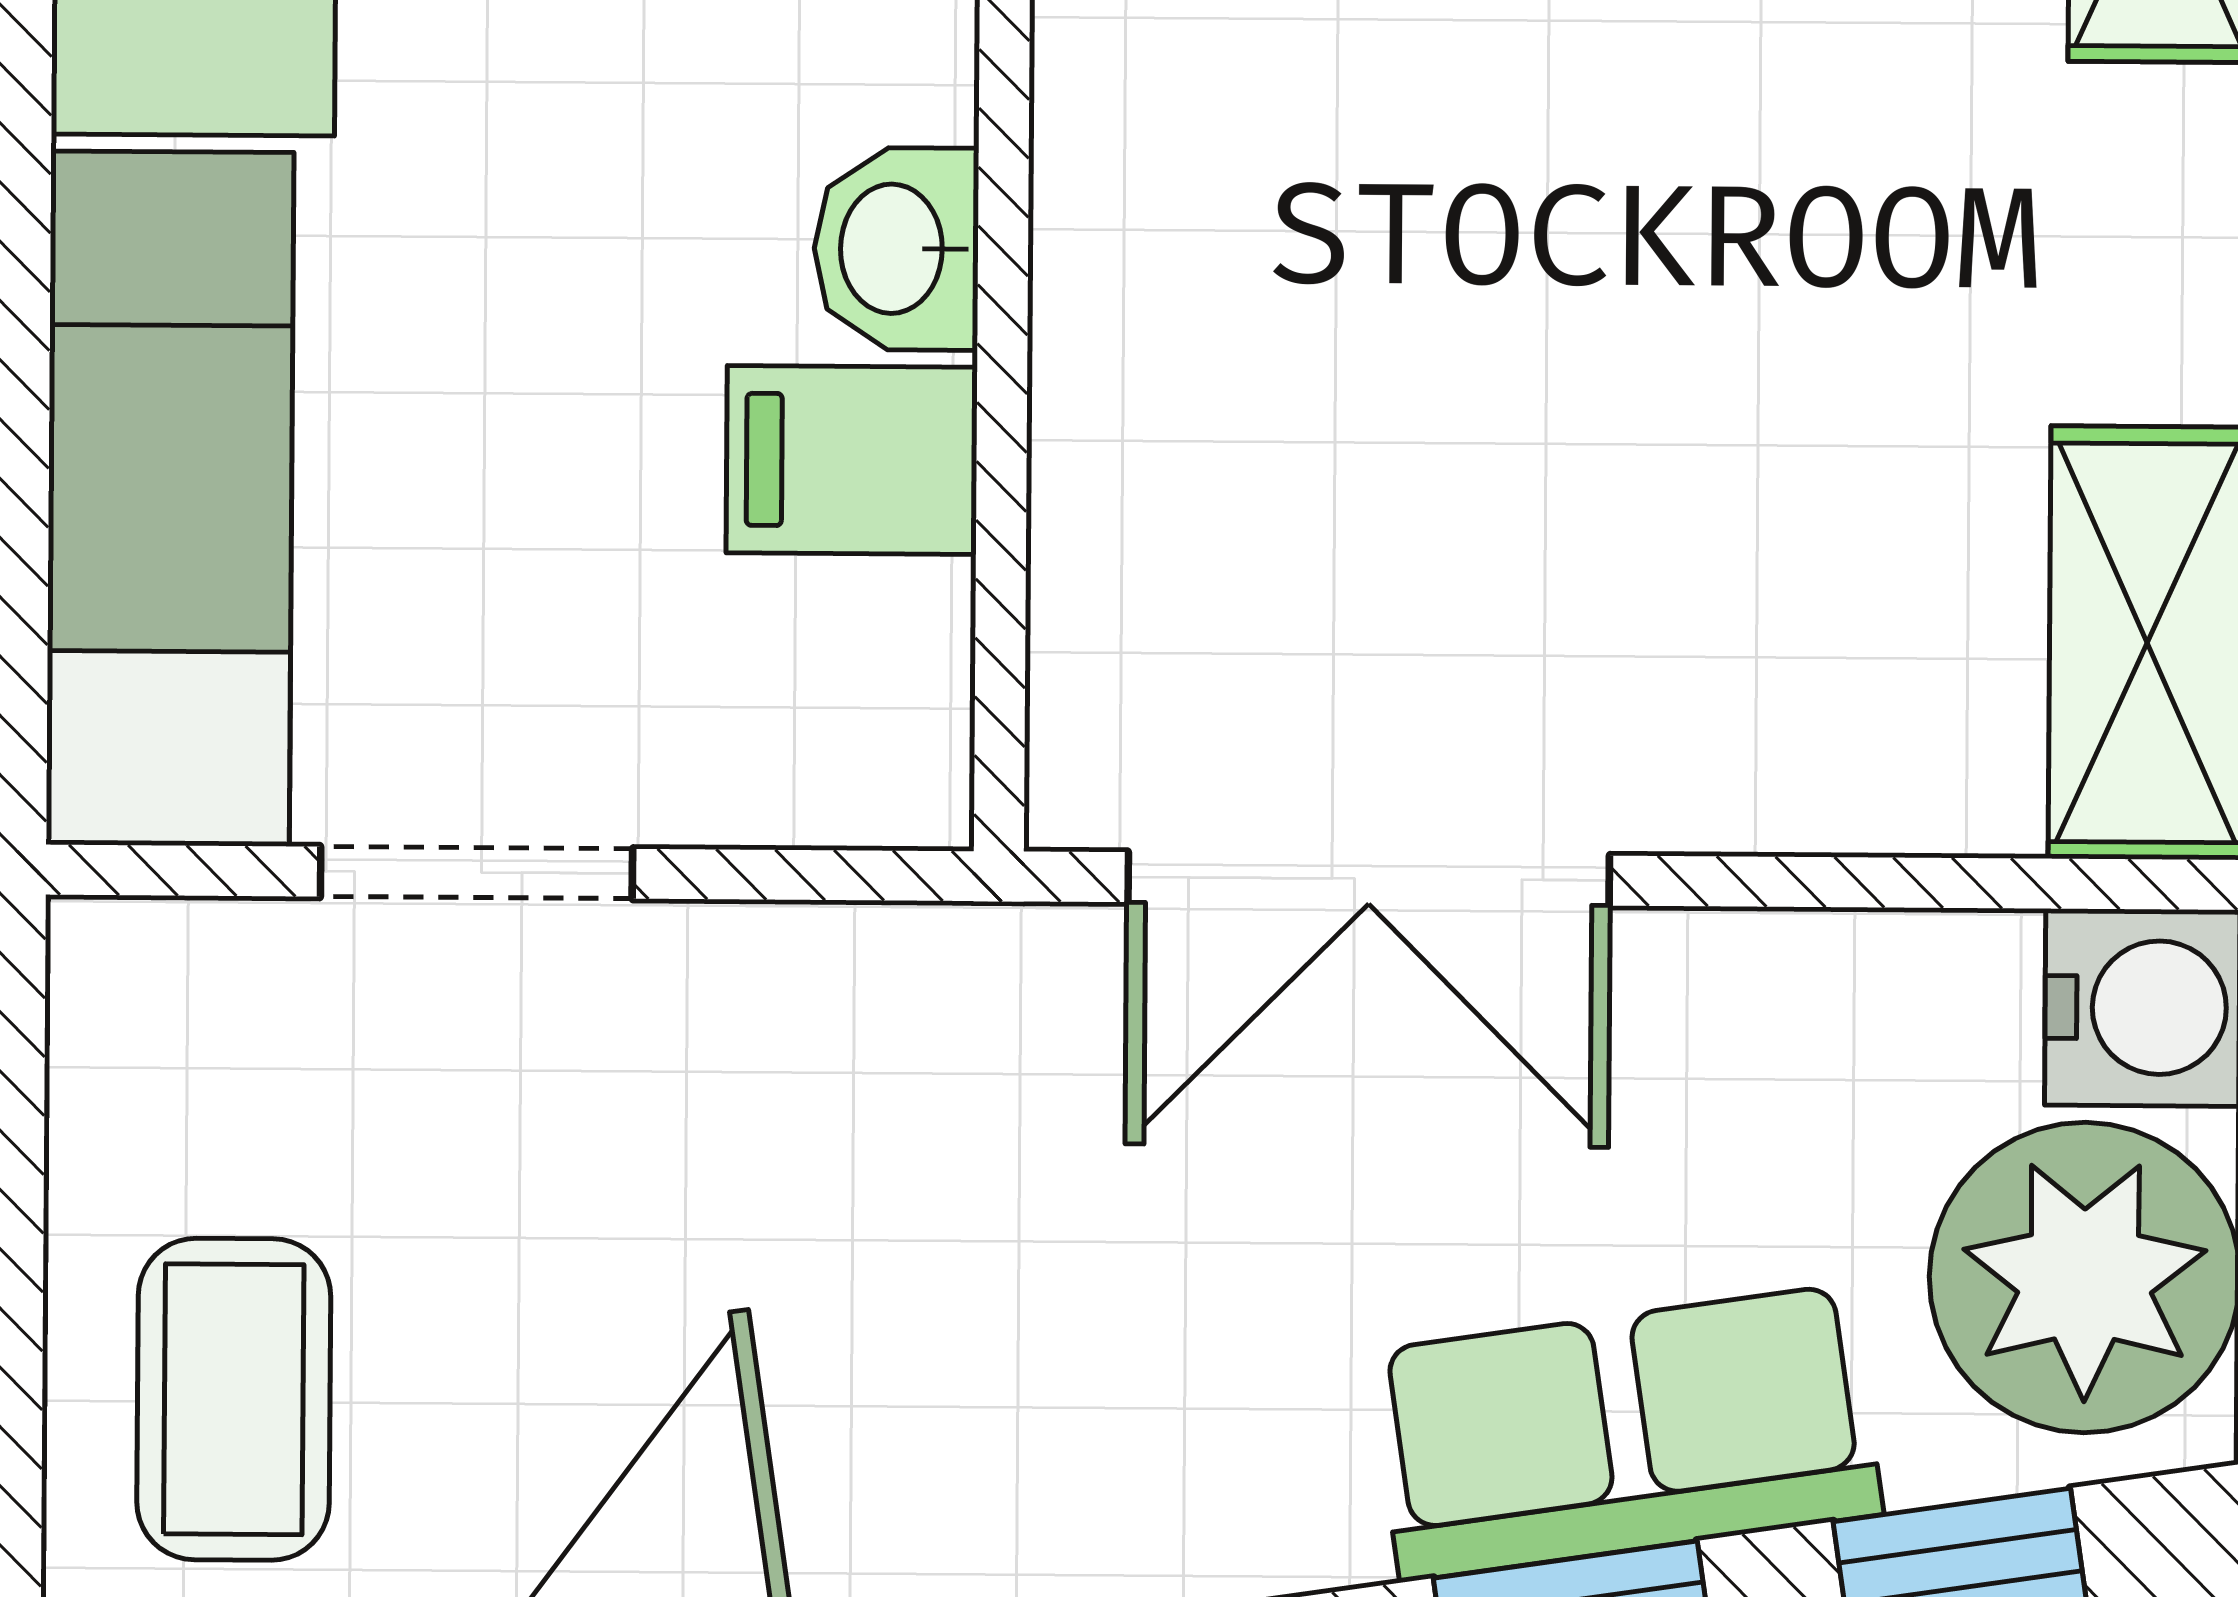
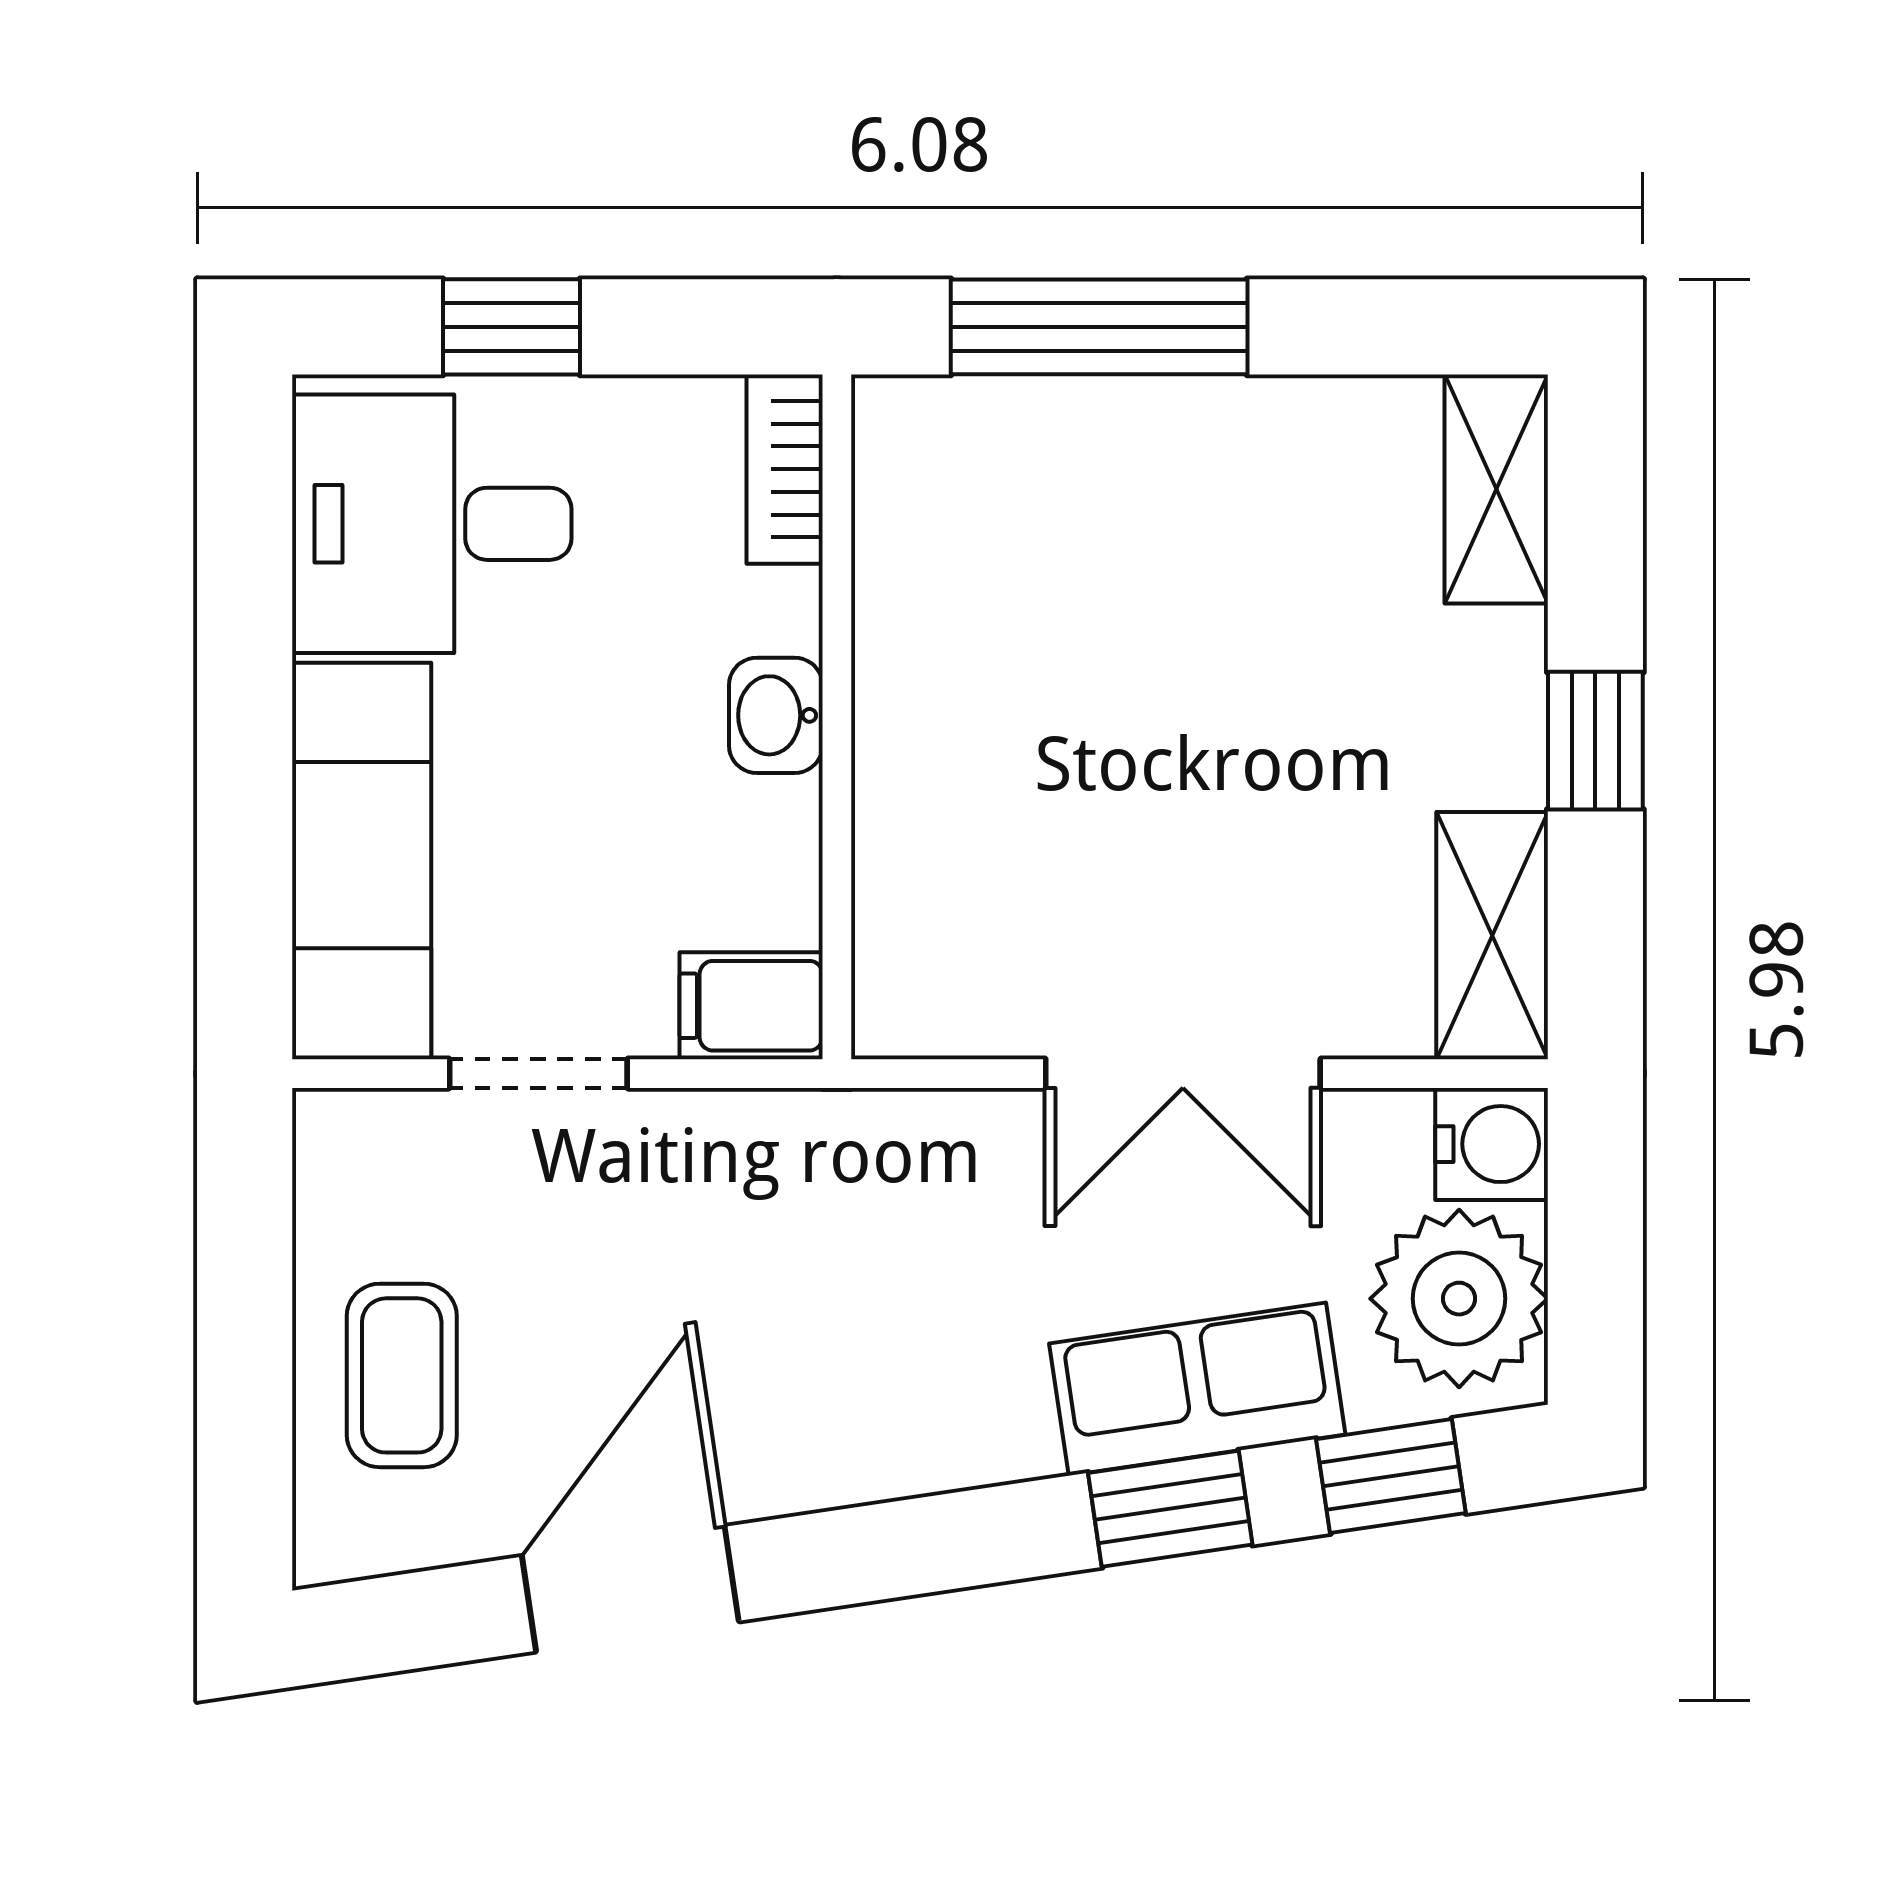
filing cabinet: (852, 460) -> (751, 1006), moved
double door: (1369, 879) -> (1183, 1074), moved

